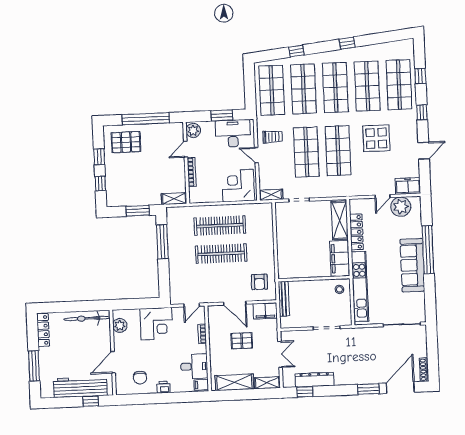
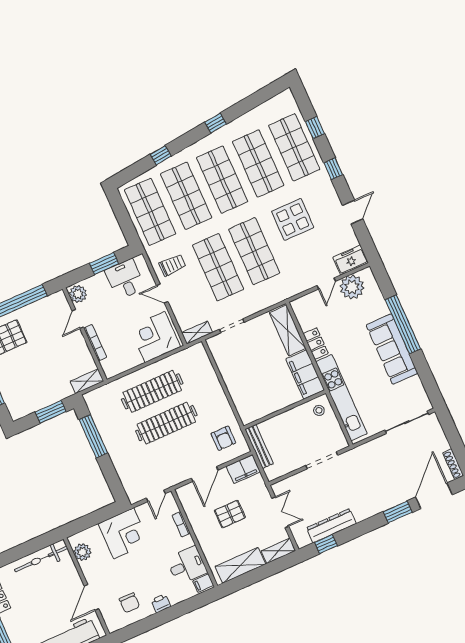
desk: (233, 133) -> (125, 279), width x0.73
locker: (356, 232) -> (316, 344), width x0.66
door: (235, 303) -> (205, 474), hinge flipped

